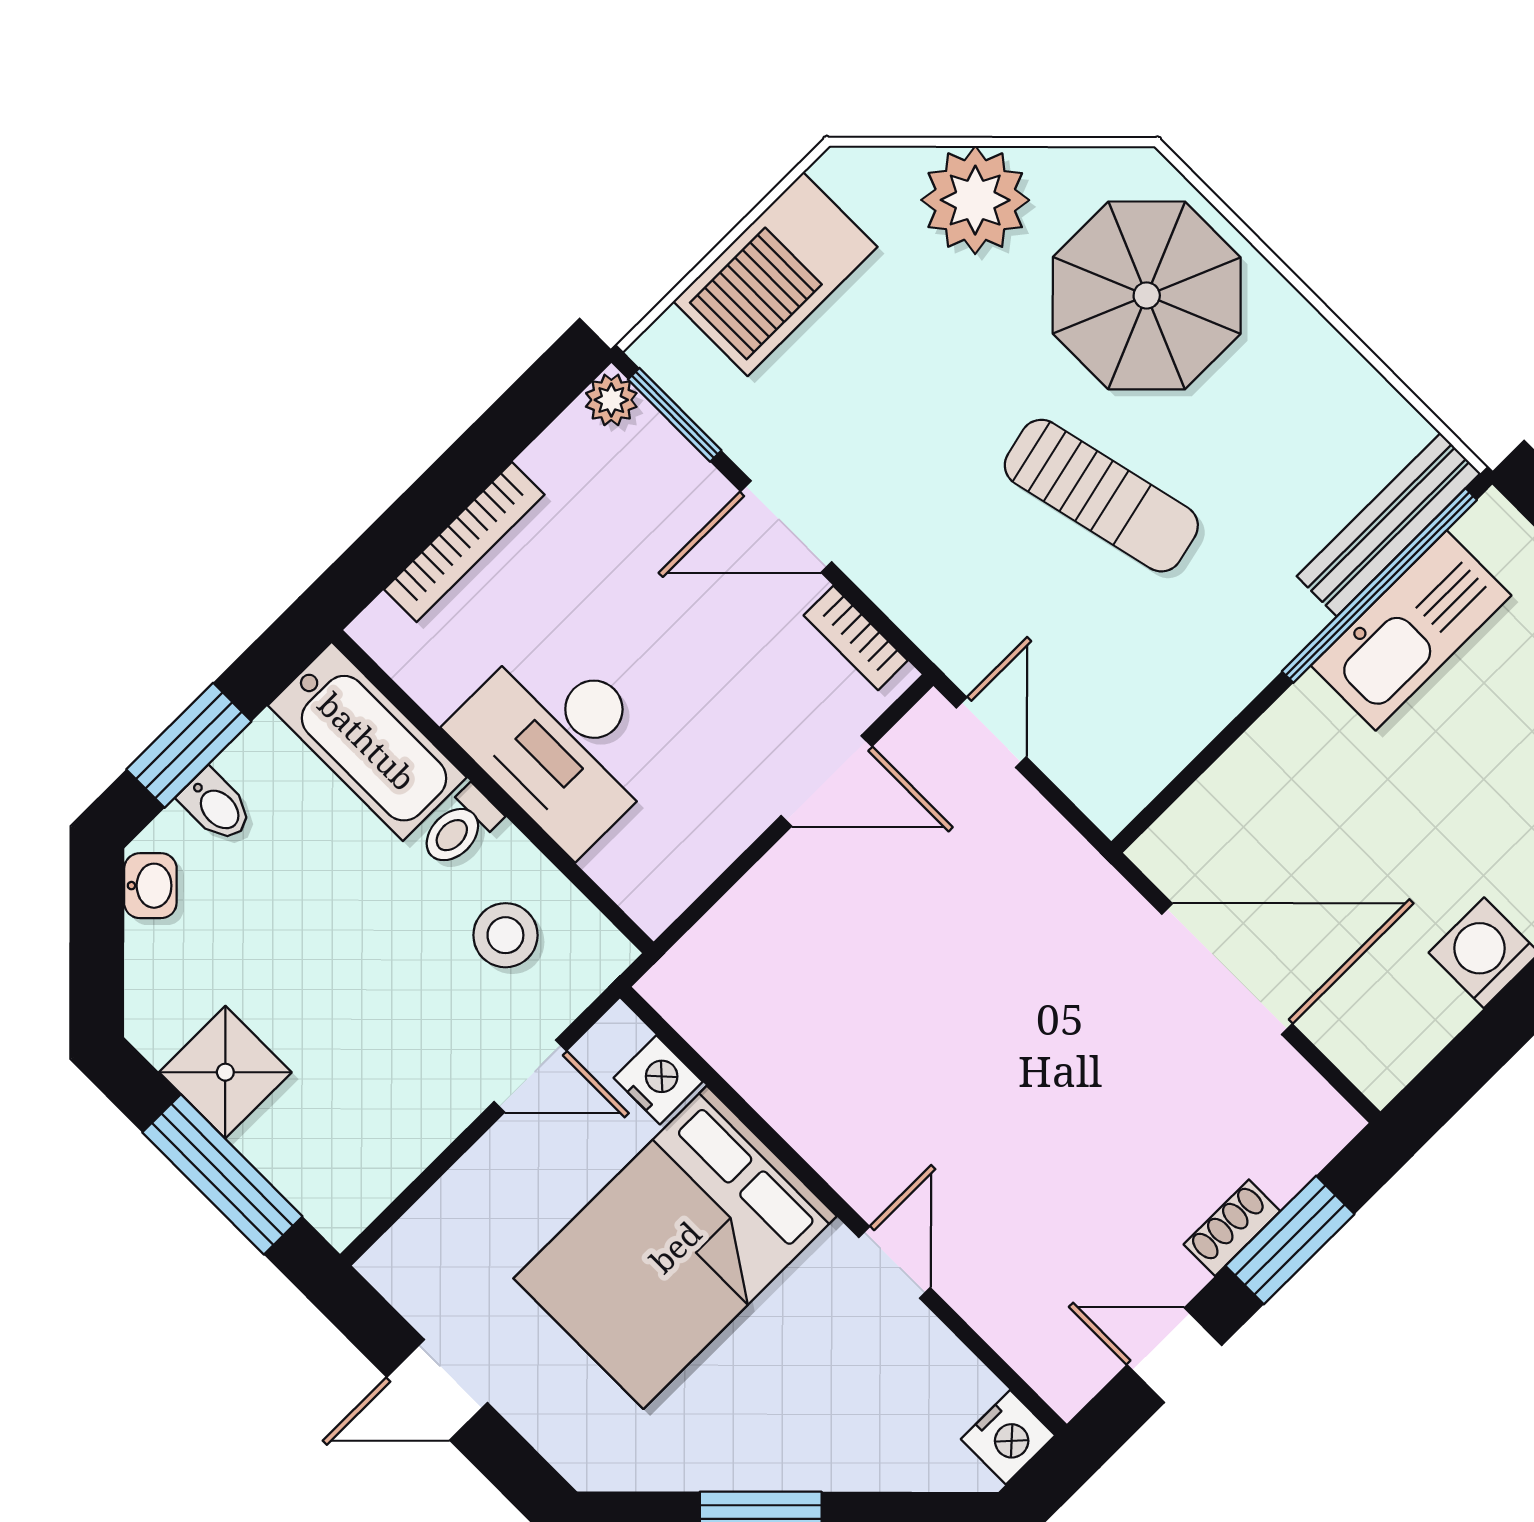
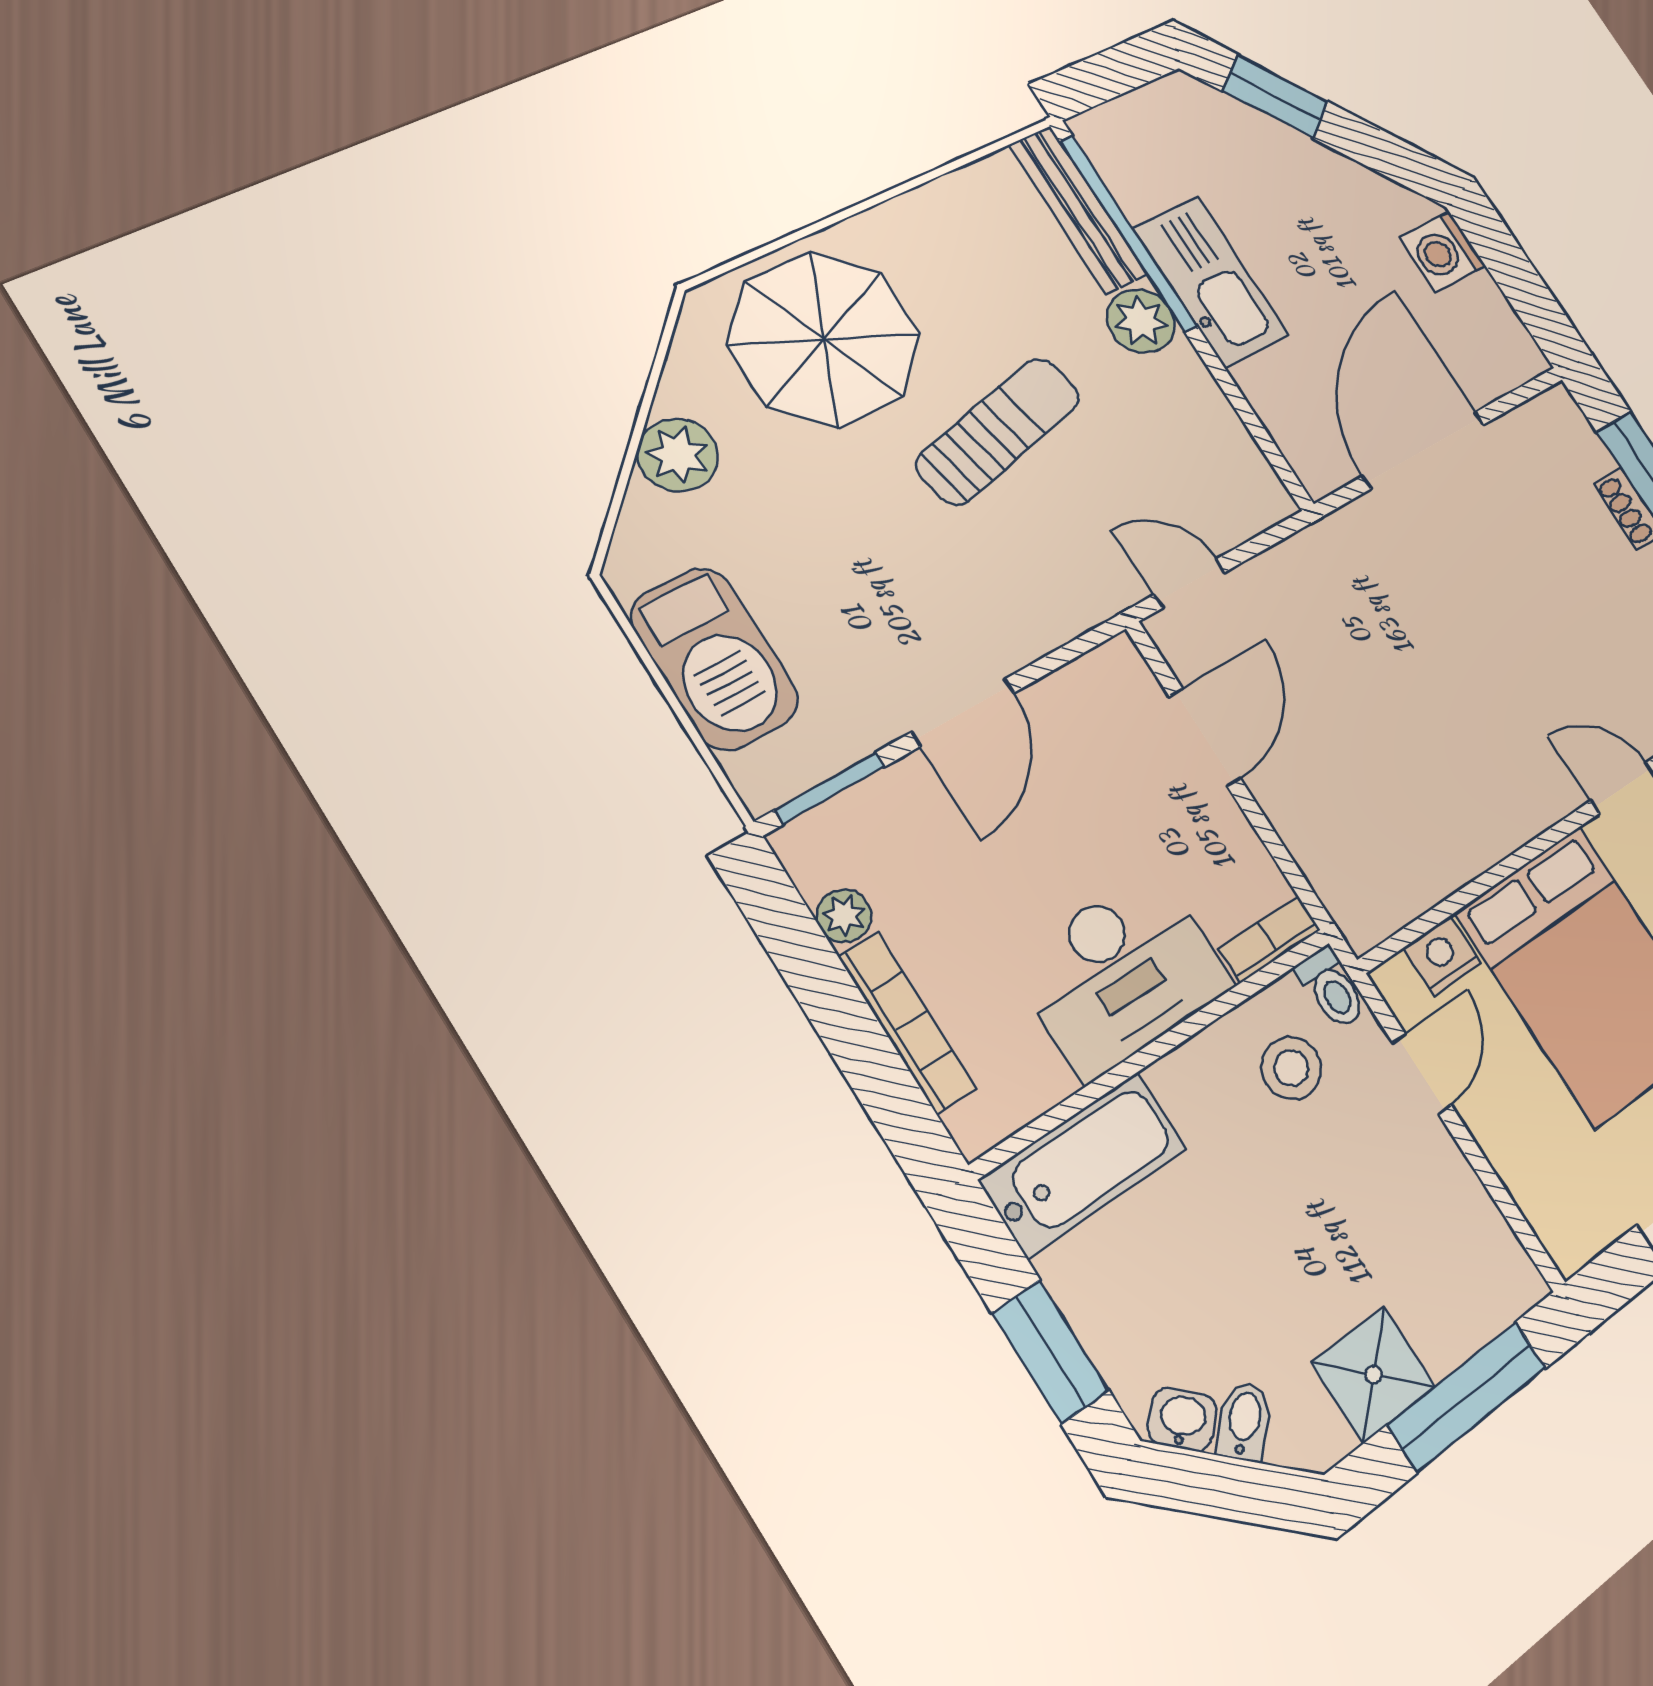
plant: (975, 200) -> (678, 455), width x0.73, depth x0.73
plant: (611, 400) -> (844, 916), moved
plant: (1278, 620) -> (1141, 321), added
kitchen sink: (1411, 630) -> (1211, 282), moved
bookcase: (856, 638) -> (1270, 939), moved, turned 180
bidet: (216, 806) -> (1244, 1422), moved, turned -45
toilet: (460, 827) -> (1332, 988), moved

